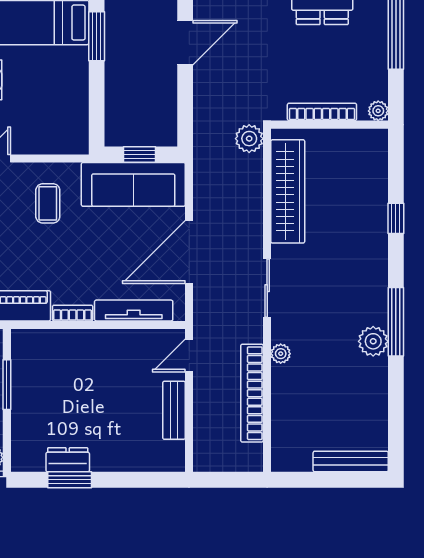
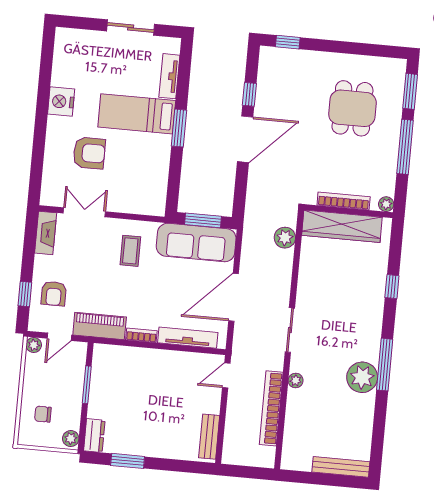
door: (185, 43) -> (245, 139), width x1.36
plant: (249, 139) -> (285, 238), moved
window: (140, 155) -> (203, 220), width x1.50
wardrobe: (288, 191) -> (342, 226), moved, turned 90
plant: (373, 341) -> (362, 377), width x1.36, depth x1.36
bench: (174, 410) -> (209, 437), moved
dresser: (68, 460) -> (94, 435), moved, turned 90

